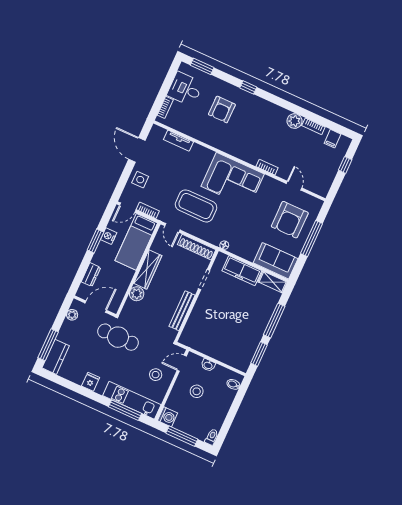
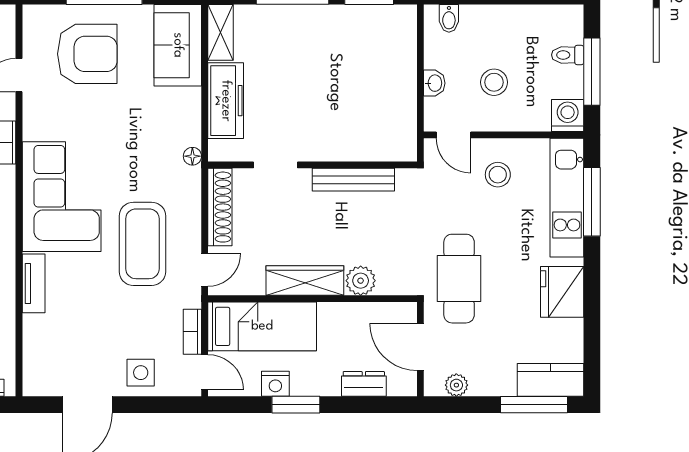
tv unit: (179, 141) -> (34, 283), moved
fridge: (91, 382) -> (562, 292), width x1.88, depth x1.34
toilet: (212, 437) -> (568, 55), moved

